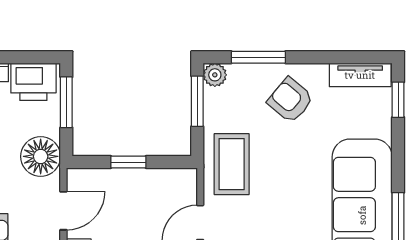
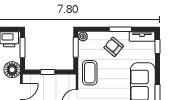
window: (258, 57) -> (120, 29), moved

